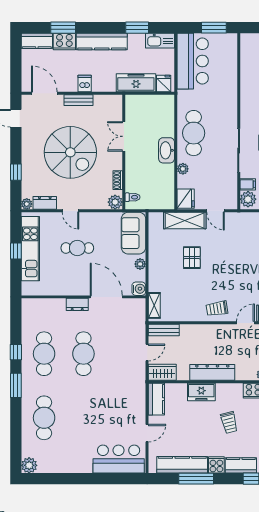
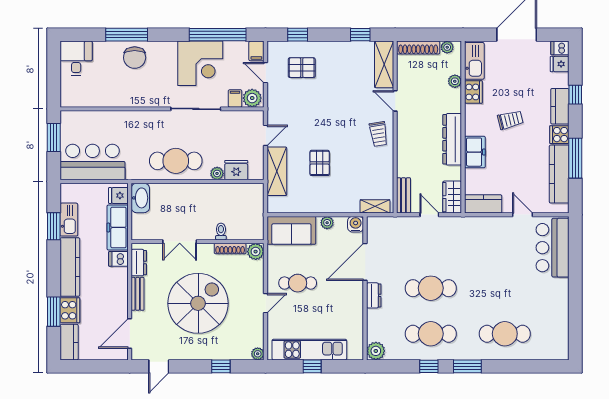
kitchen sink: (160, 41) -> (69, 220), moved
dishwasher: (85, 83) -> (118, 259), moved
washbasin: (167, 150) -> (140, 198), moved, turned -90
shoe rack: (118, 180) -> (230, 249), width x1.43
toilet: (133, 197) -> (221, 232), moved
fridge: (186, 199) -> (236, 170), moved
dresser: (45, 203) -> (139, 263), moved, turned 180
cafe table: (77, 248) -> (298, 283), moved, turned 90
pallet: (192, 258) -> (320, 163), turned 90
plant: (29, 465) -> (376, 351), moved

